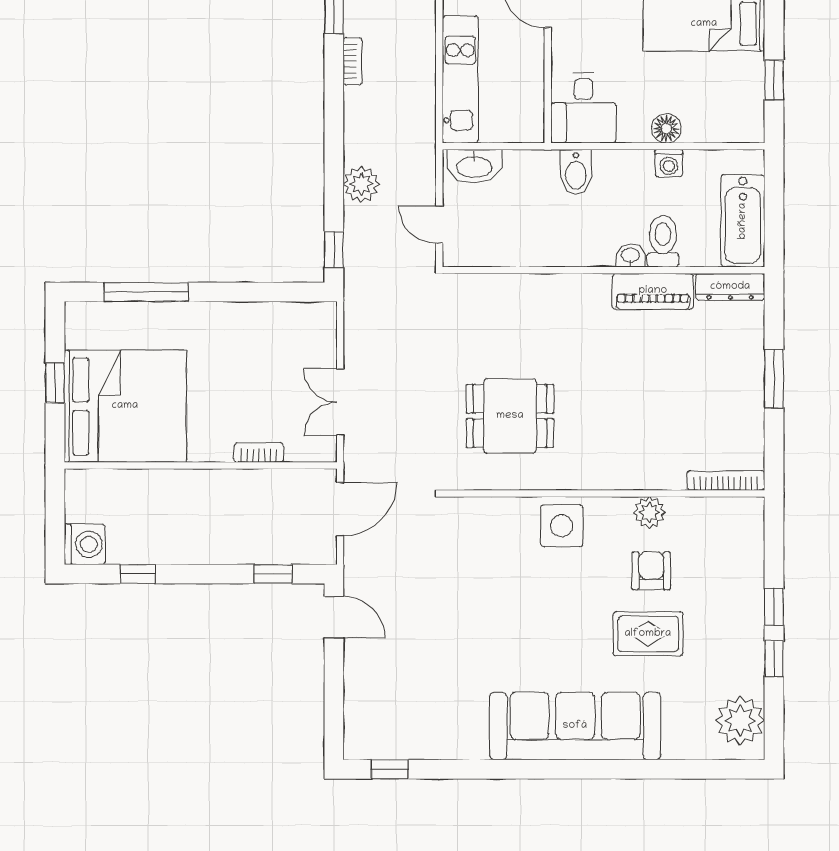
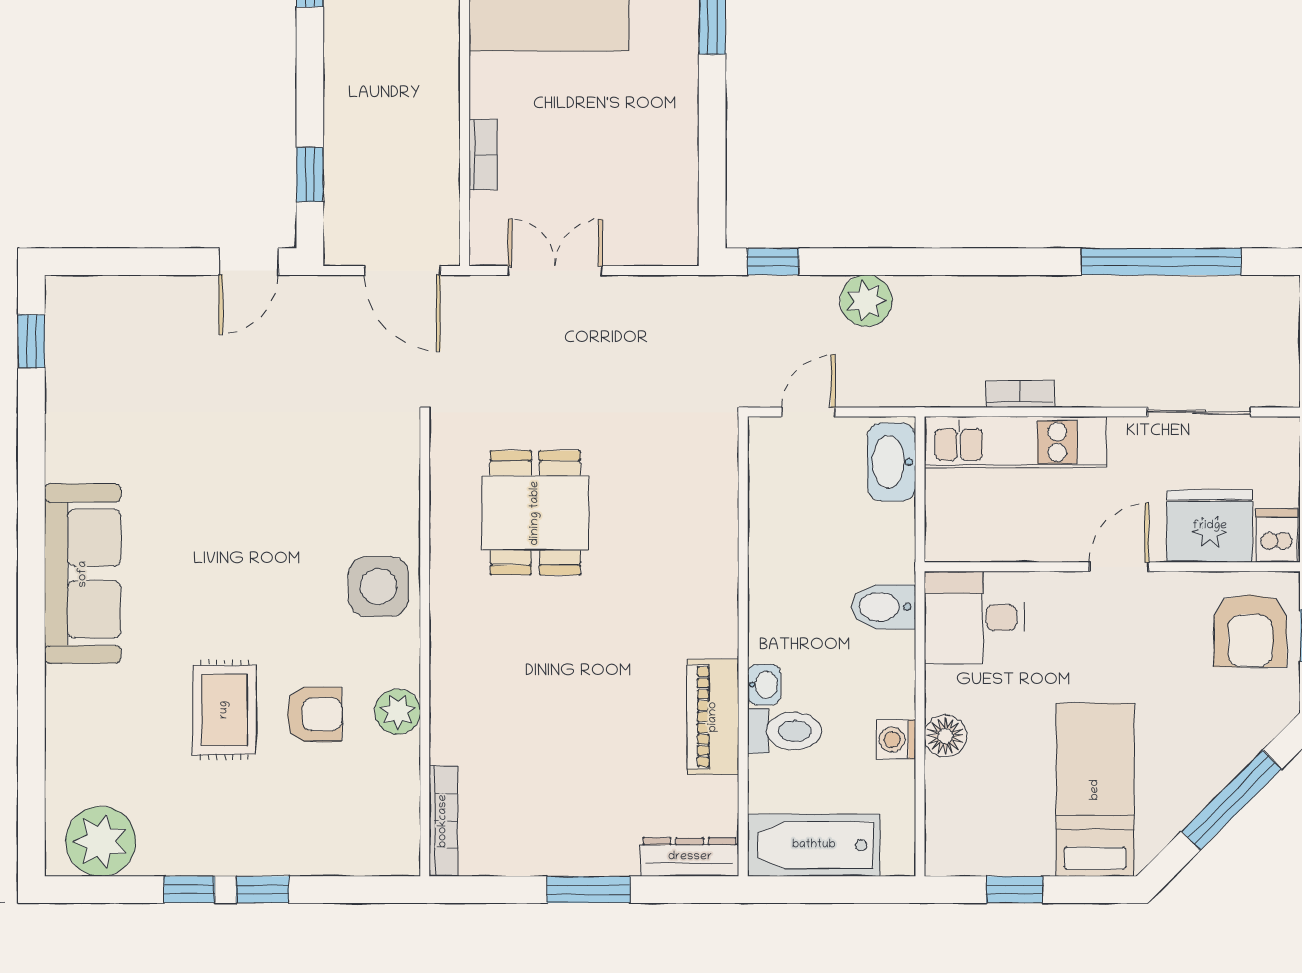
bookcase: (353, 61) -> (1020, 394), moved, turned 180
dresser: (730, 287) -> (690, 857), moved, turned 90
sofa: (575, 726) -> (83, 574), width x0.74, depth x0.79

